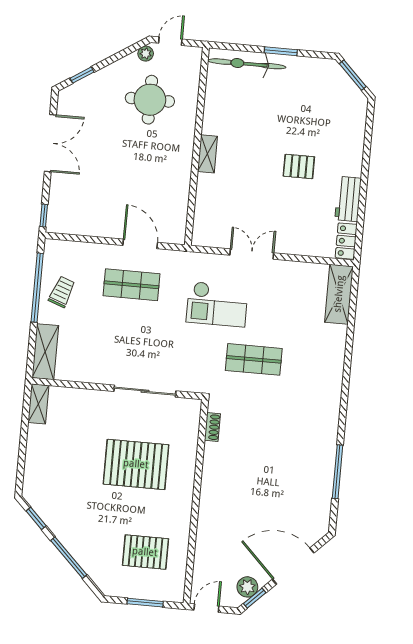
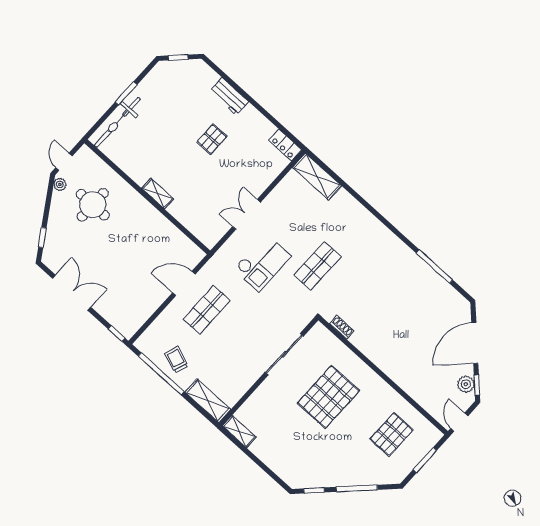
window: (353, 75) -> (178, 57), width x0.67
workbench: (348, 199) -> (229, 96), moved

